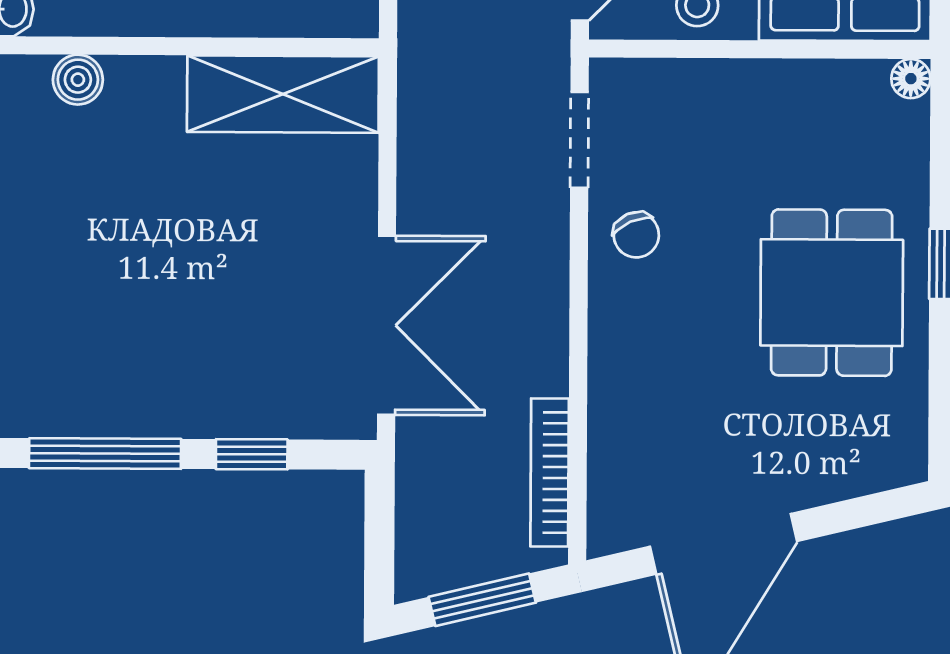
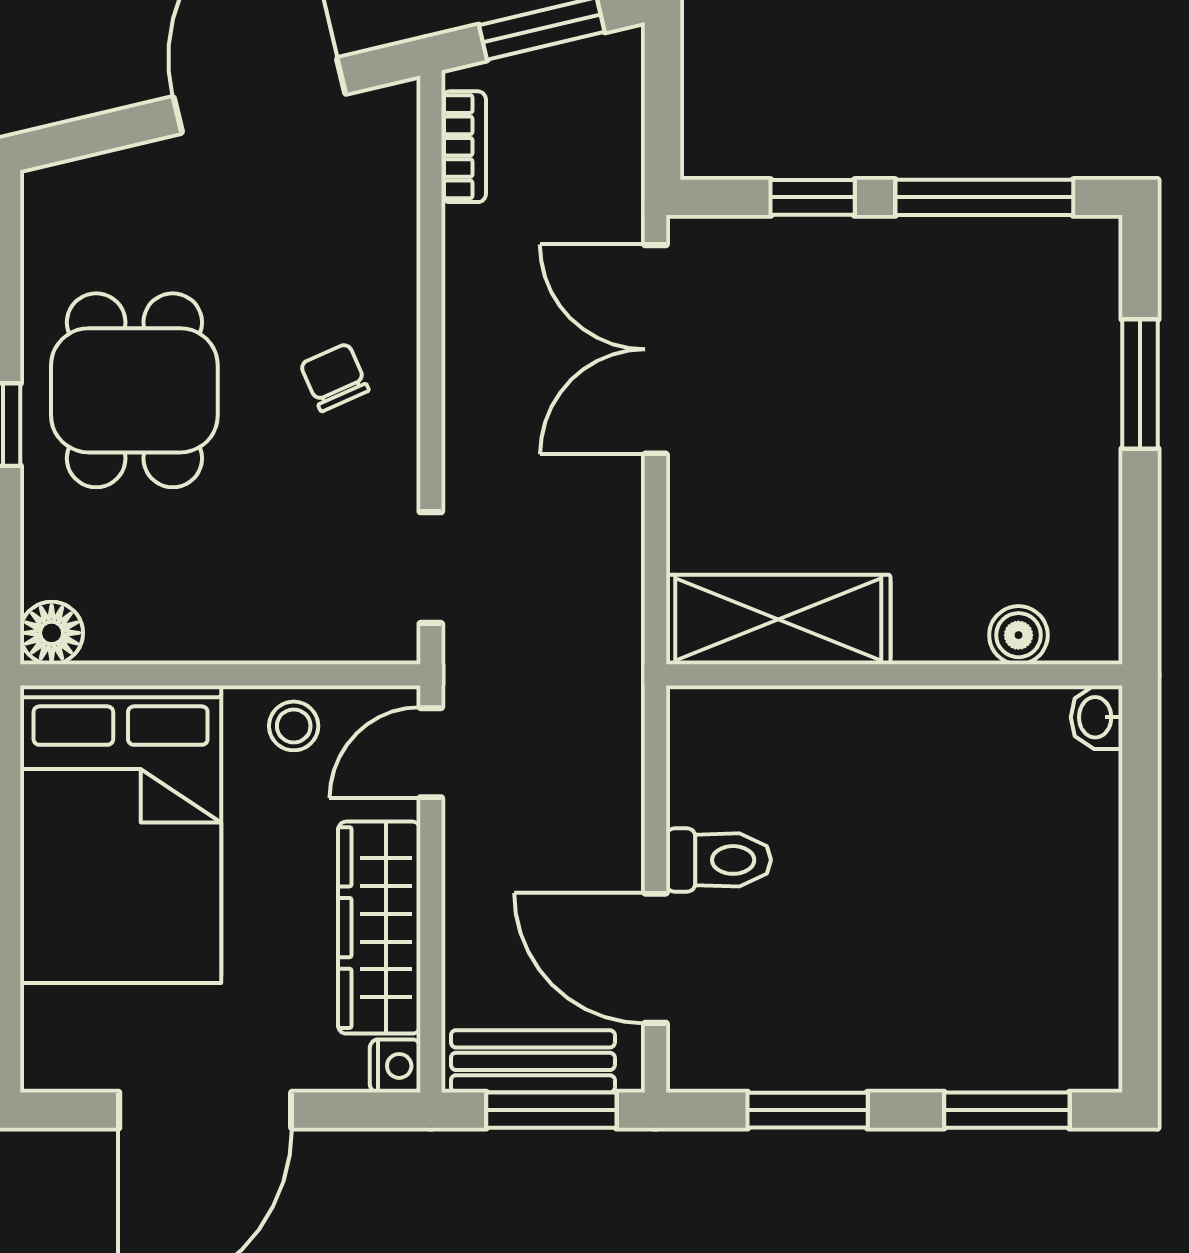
floor lamp: (911, 79) -> (52, 633), width x1.37, depth x1.37
chair: (636, 235) -> (335, 377), moved
bookcase: (550, 472) -> (464, 147), width x0.64

